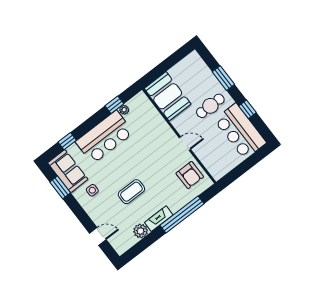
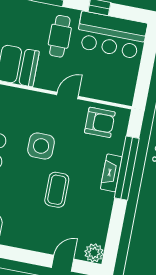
side table: (92, 190) -> (41, 146), moved, width x1.87, depth x1.87
fireplace: (159, 219) -> (111, 173), moved
plant: (141, 231) -> (94, 253), moved

